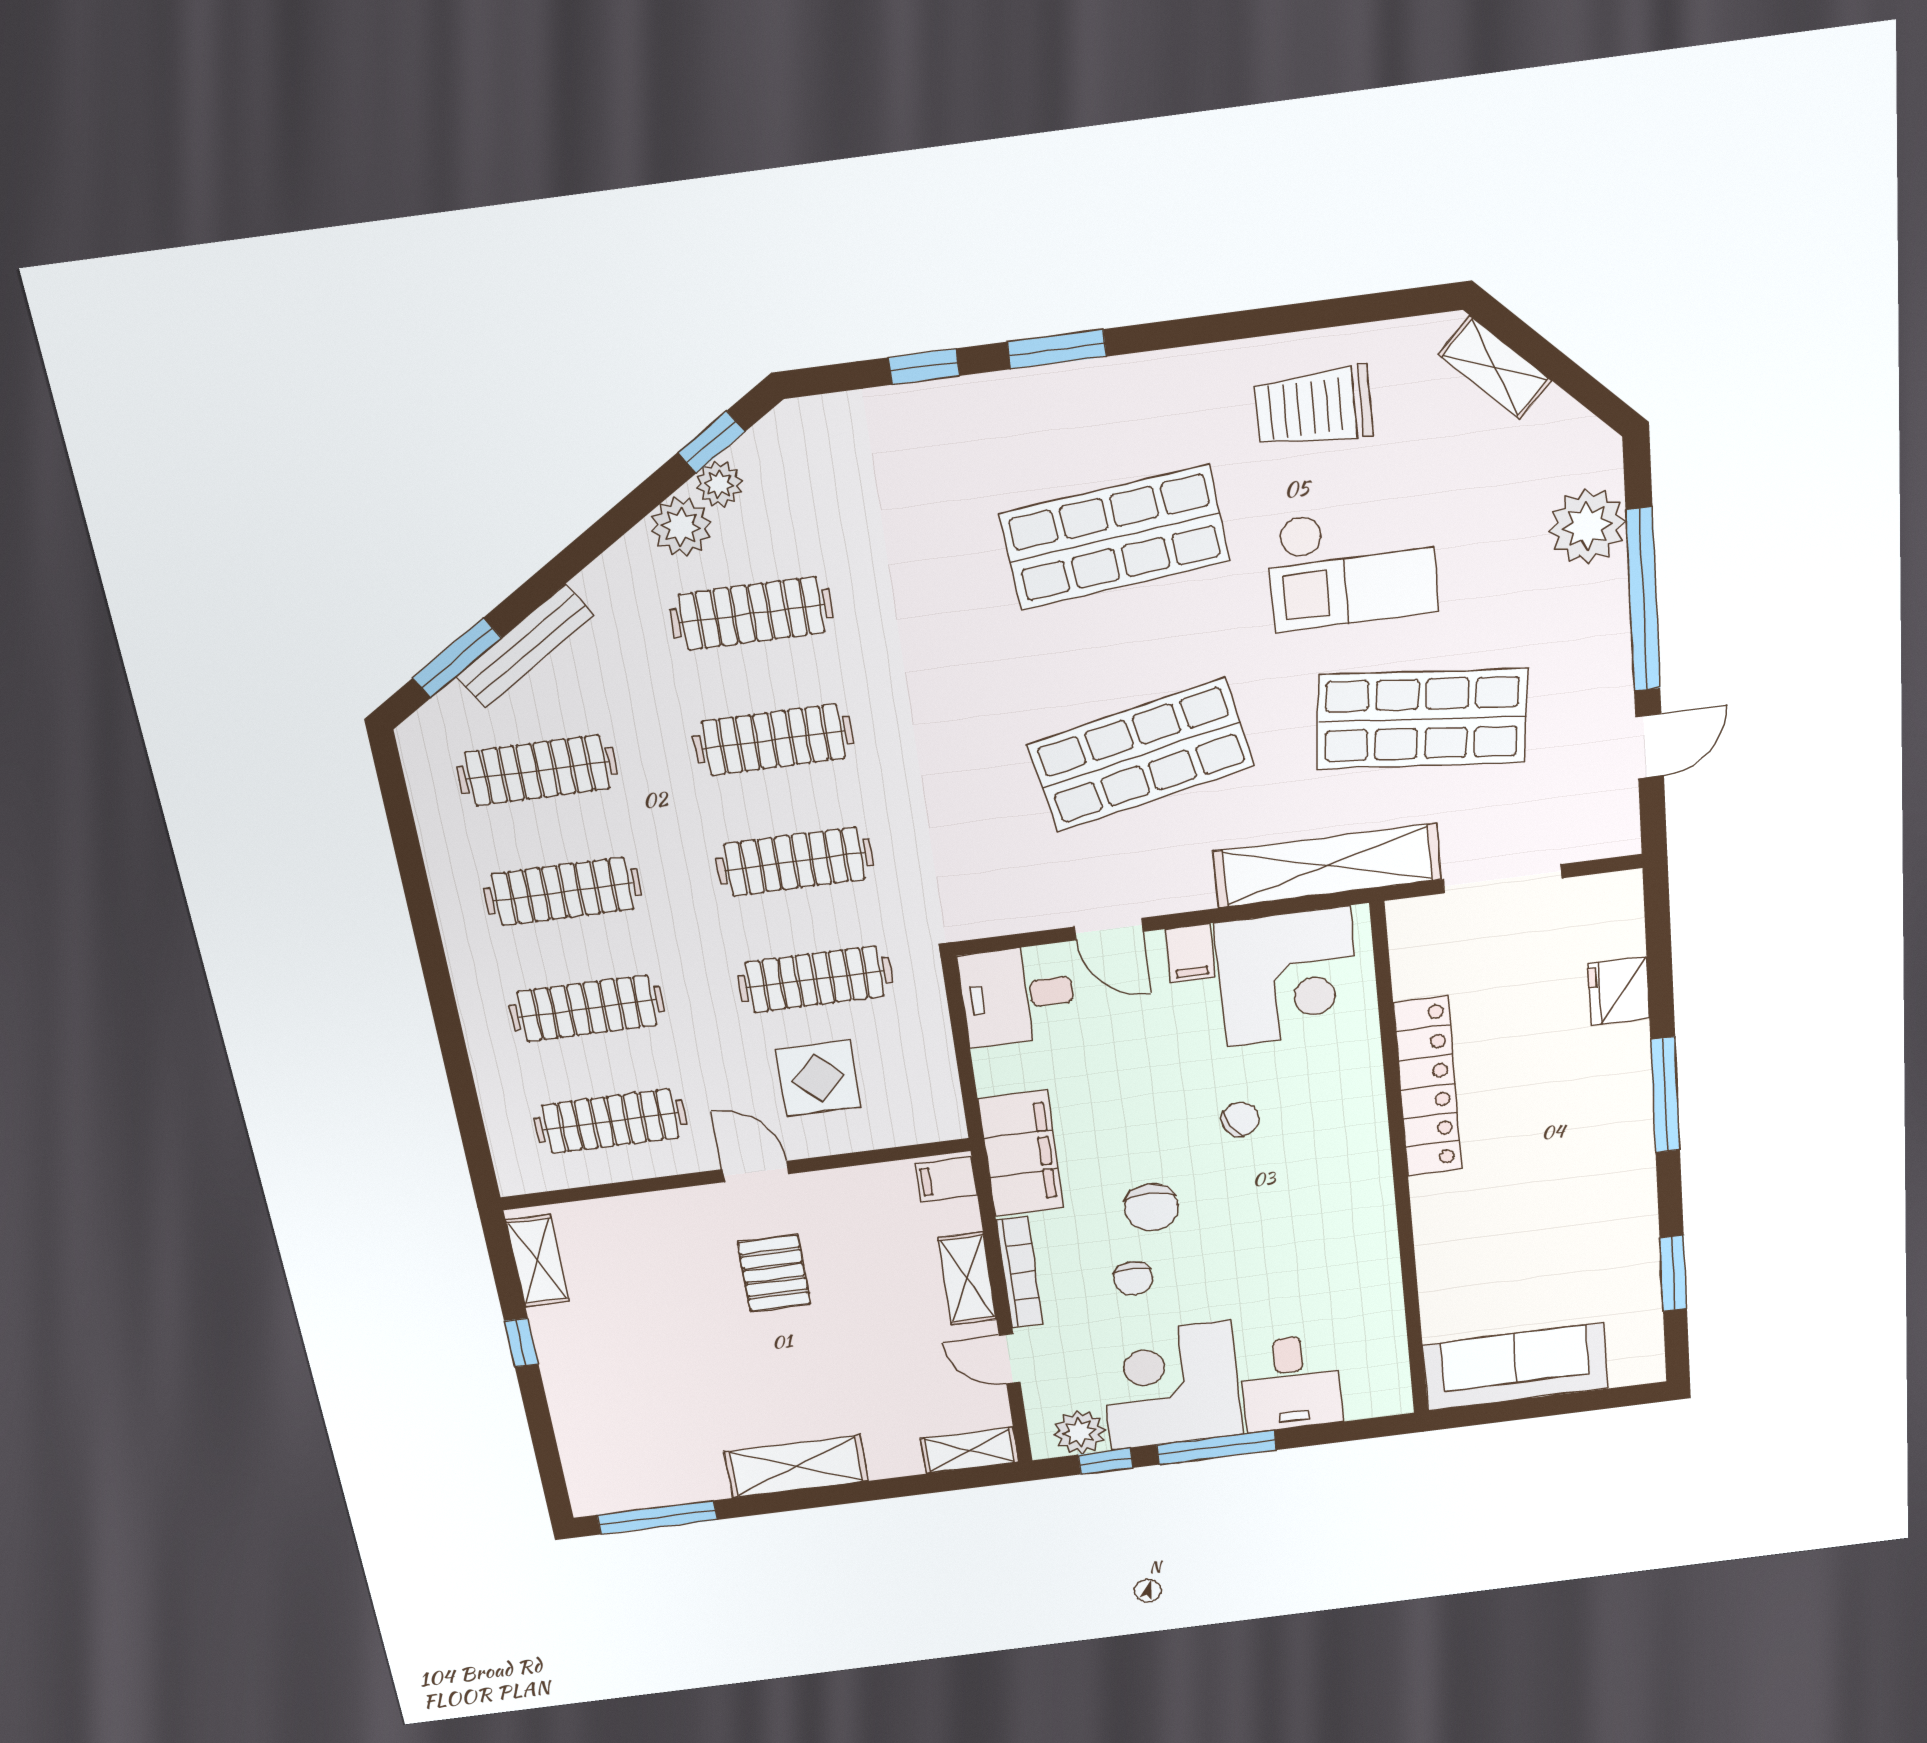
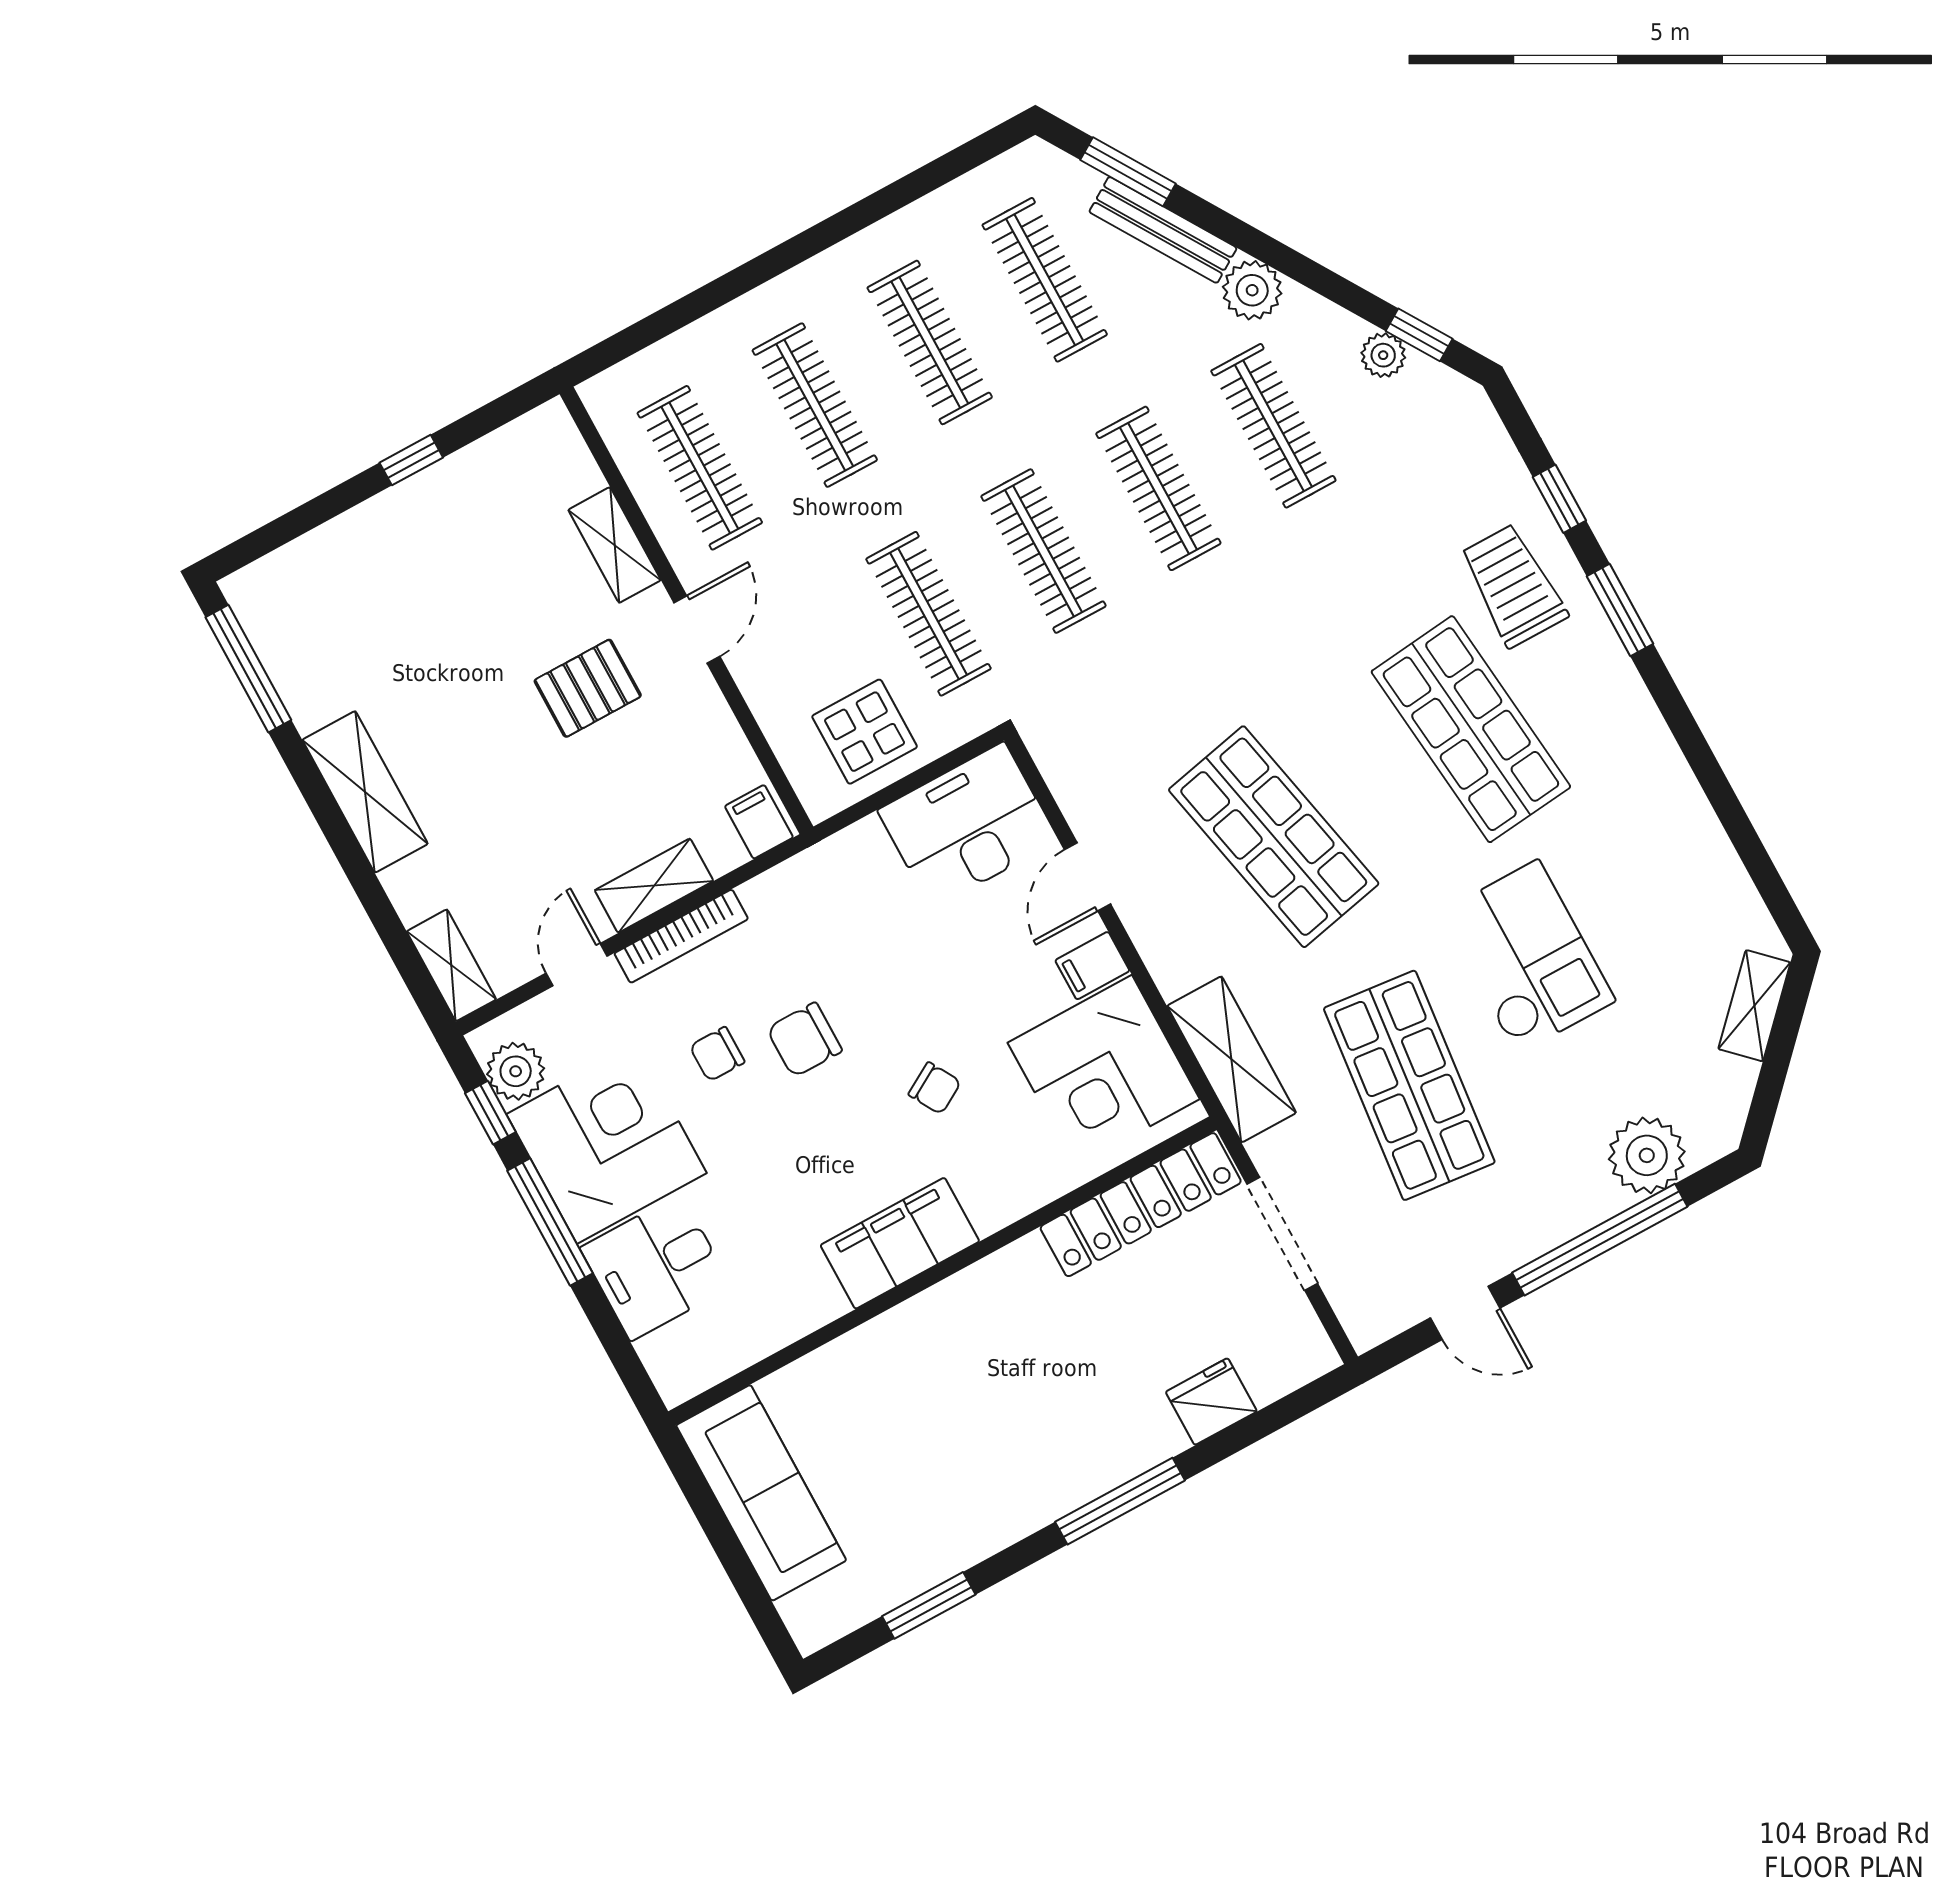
trolley: (1314, 407) -> (1513, 585), moved
plant: (681, 527) -> (1252, 290), moved
checkout: (1352, 567) -> (1527, 957), turned 180
shelving: (1327, 866) -> (1232, 1059), width x0.68
desk: (1018, 996) -> (968, 825), width x1.37
display table: (818, 1078) -> (865, 732), moved
locker: (1428, 1086) -> (1141, 1205), moved
filing cabinet: (1021, 1154) -> (900, 1243), moved, turned 180
shelving: (538, 1261) -> (615, 545), moved, turned 90

